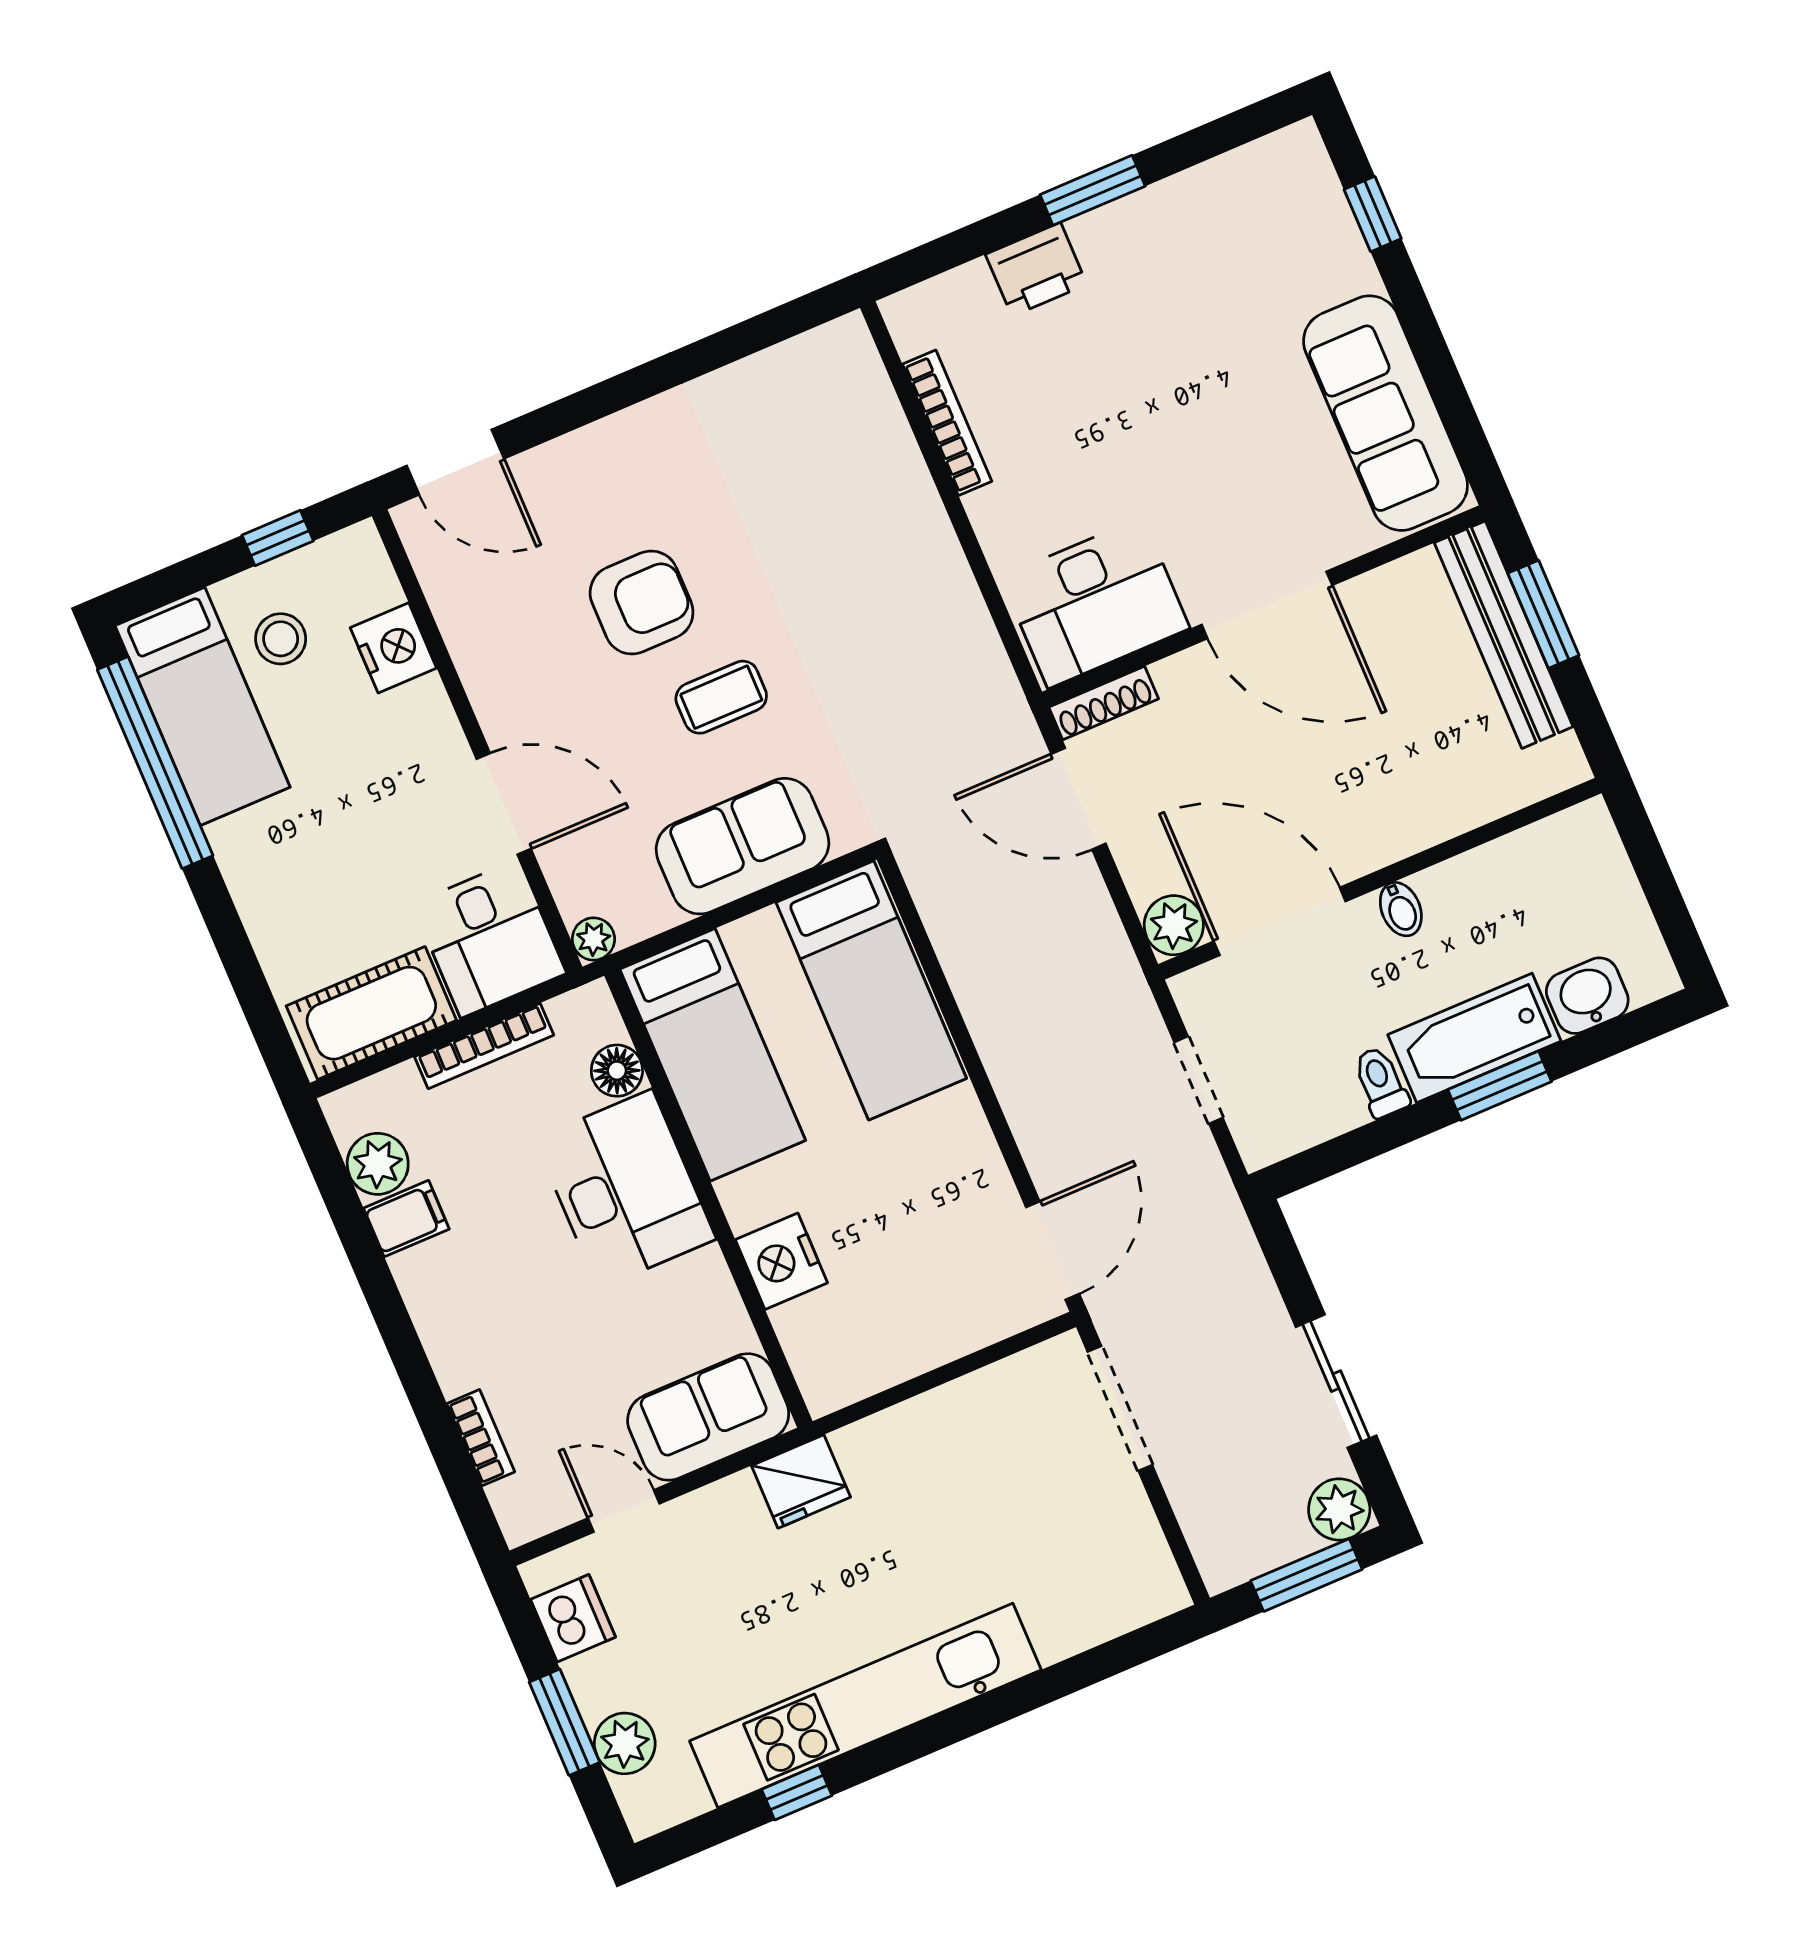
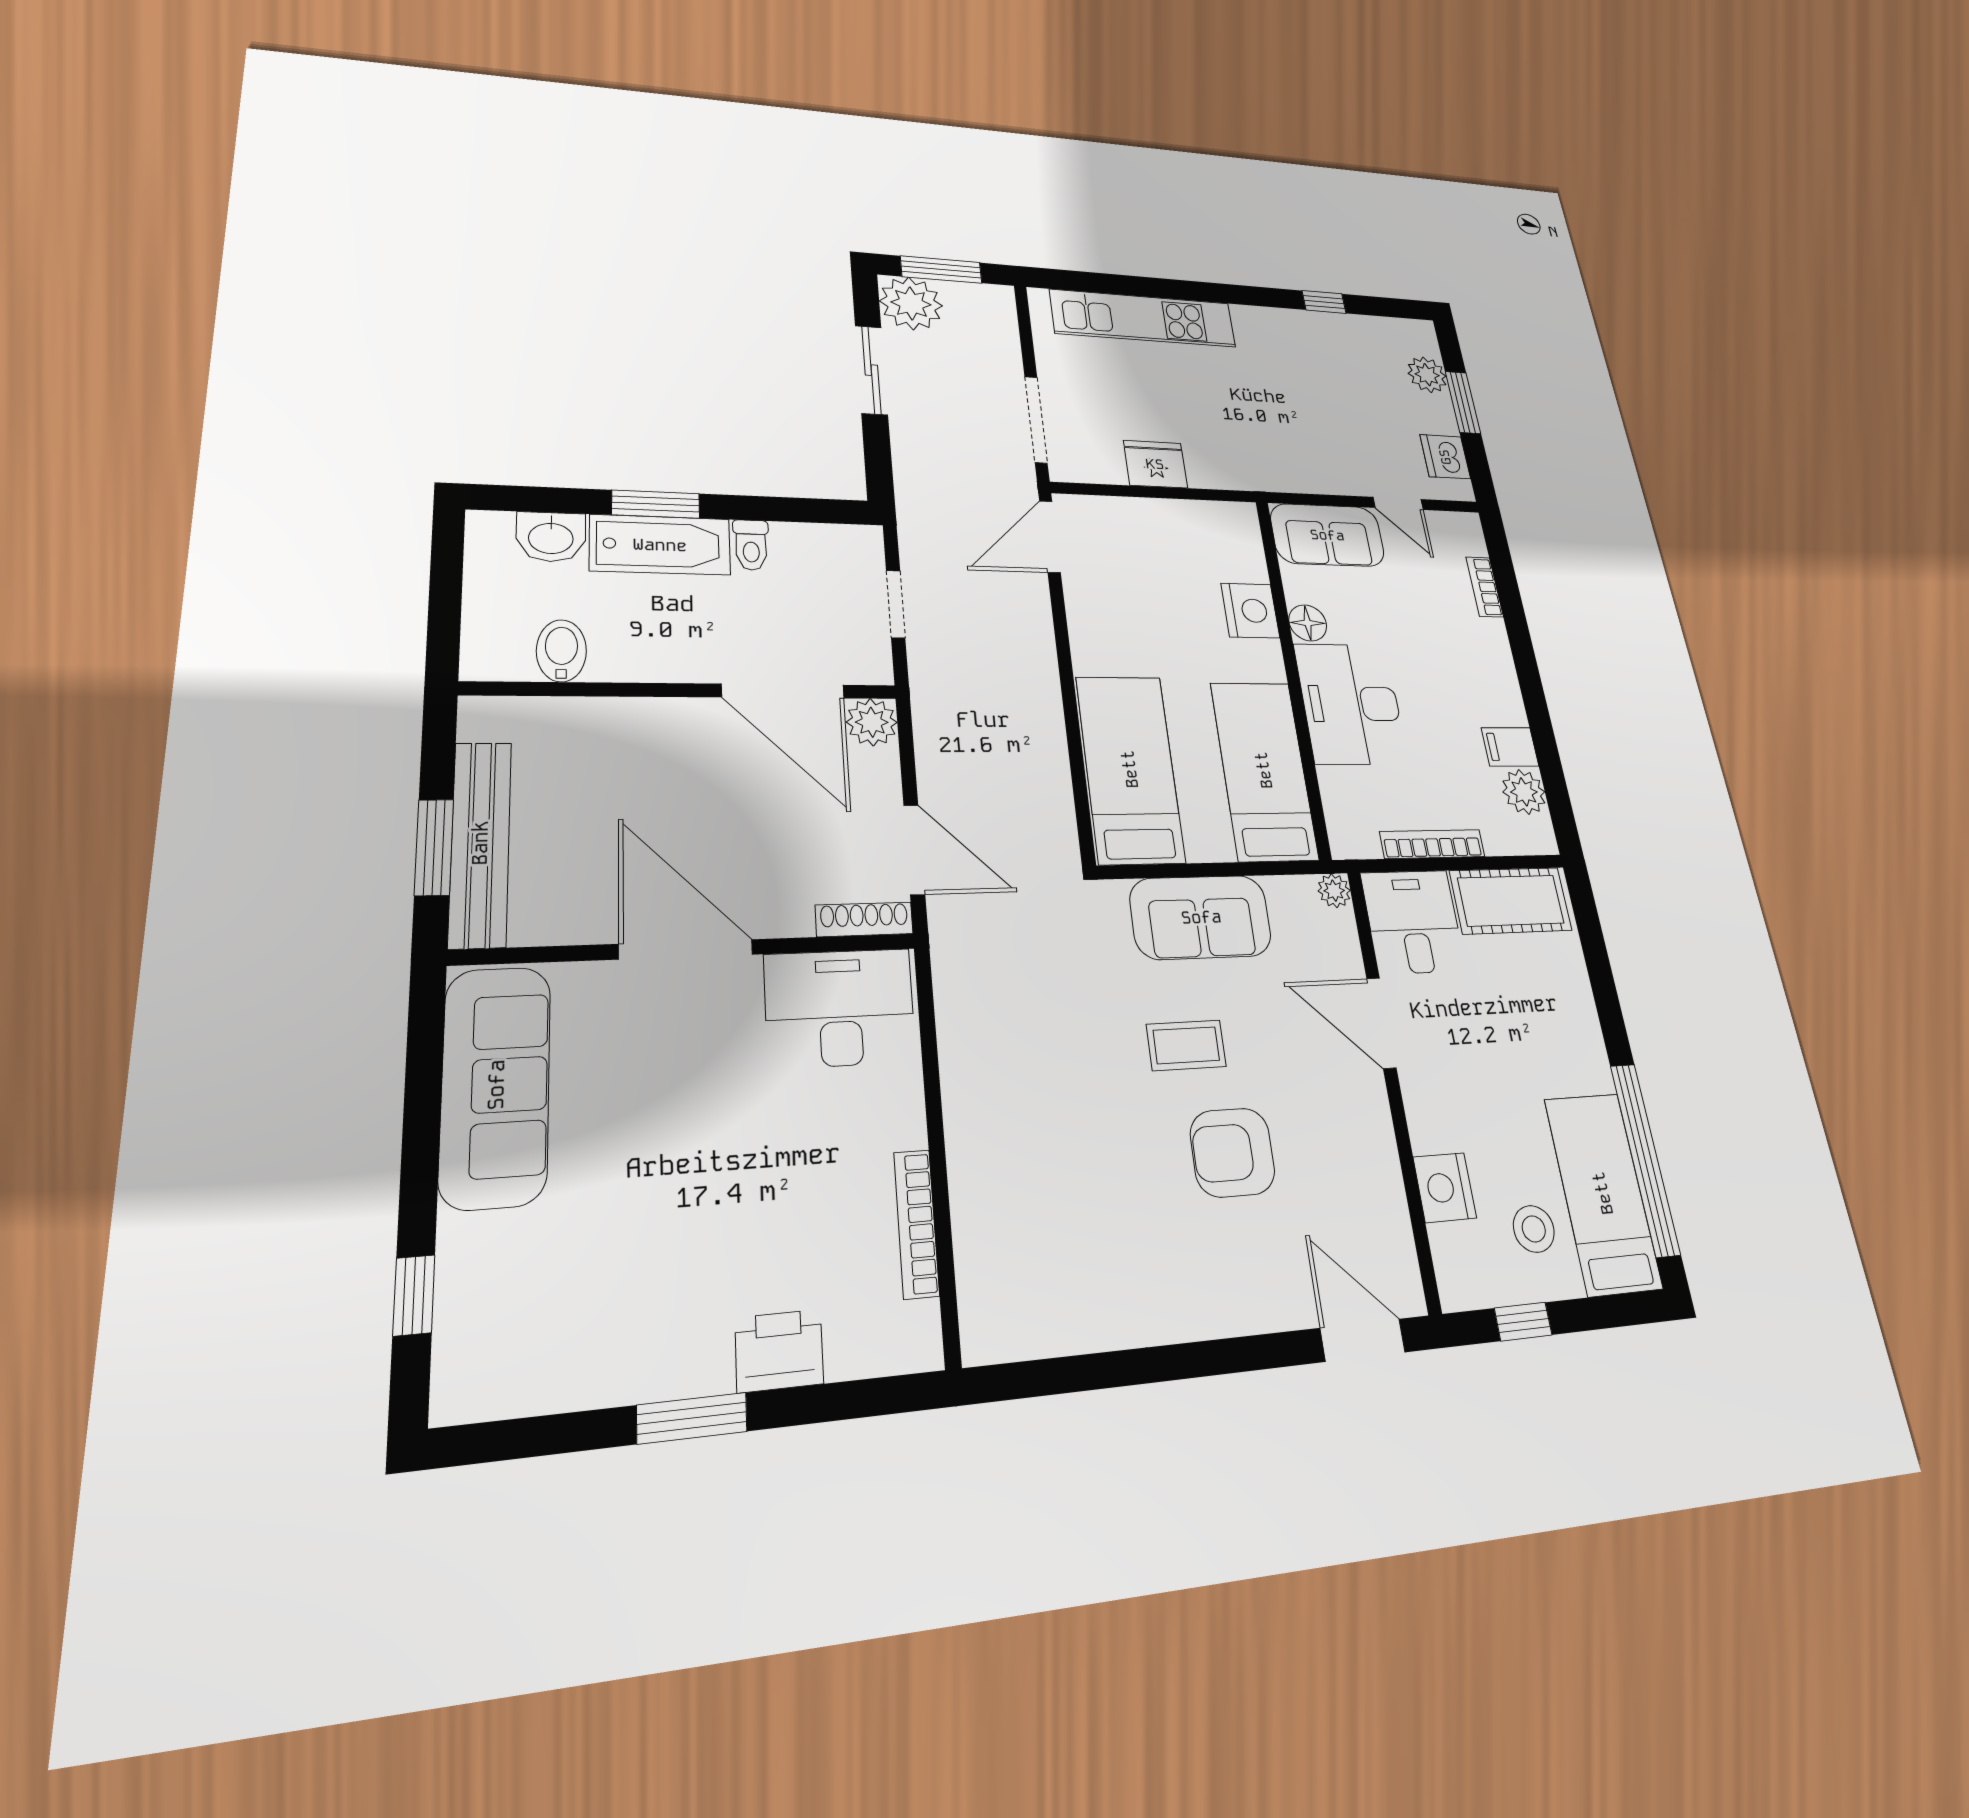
bidet: (1401, 909) -> (561, 651), moved, width x1.38, depth x1.36
floor lamp: (617, 1071) -> (1308, 623), moved
fridge: (801, 1481) -> (1155, 464), moved
plant: (1339, 1509) -> (911, 303), width x1.36, depth x1.36
kitchen unit: (865, 1705) -> (1143, 318), moved, width x0.73

